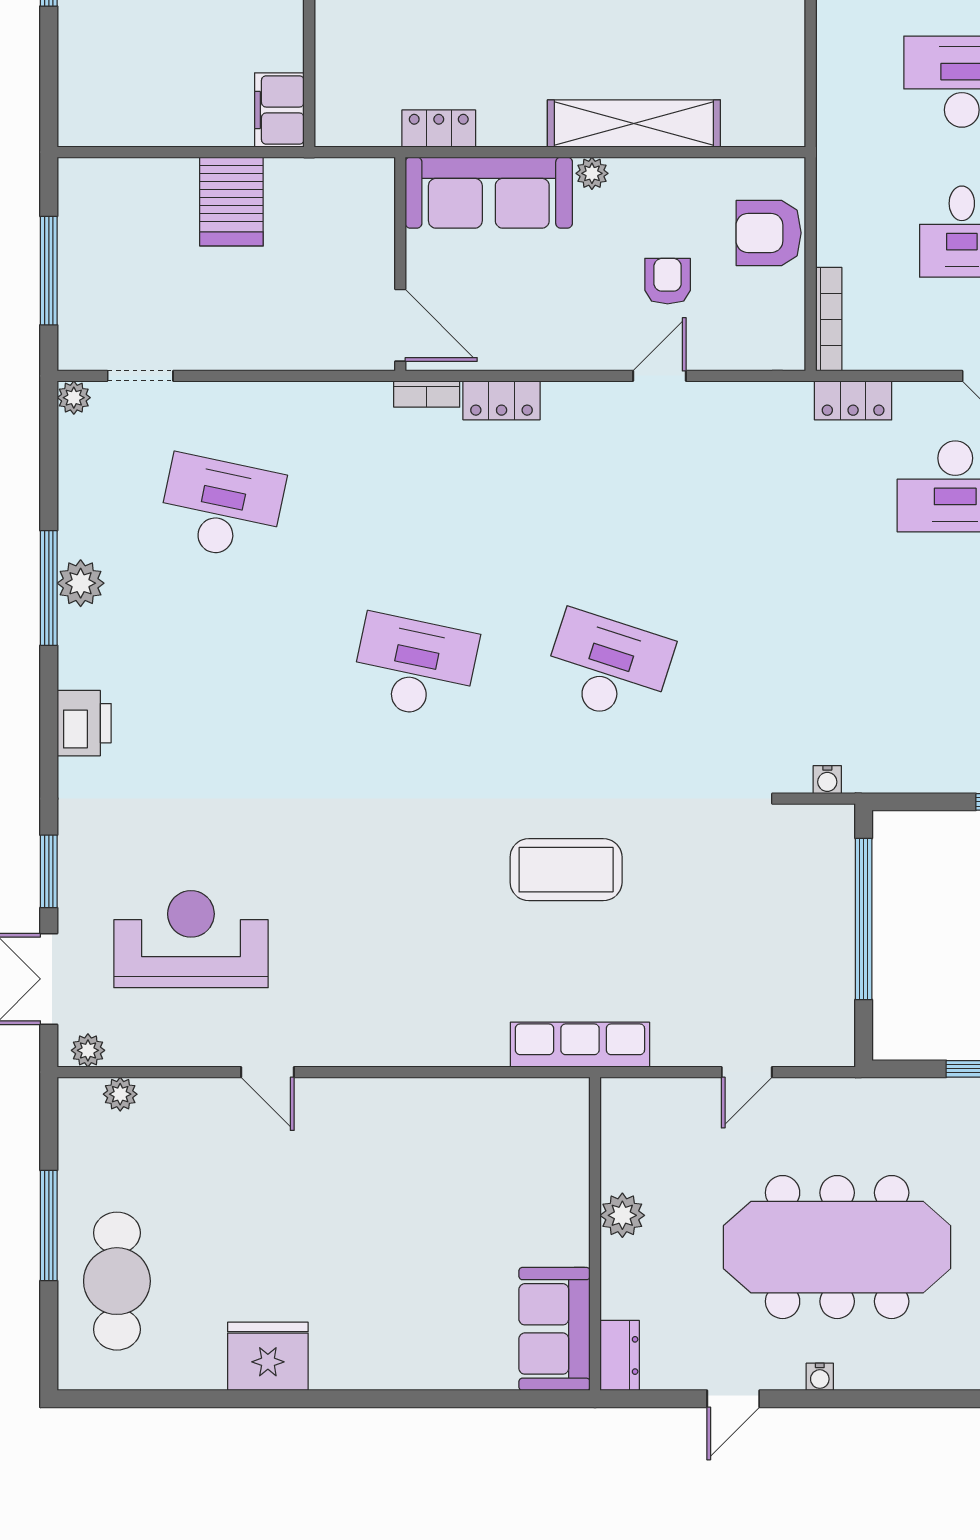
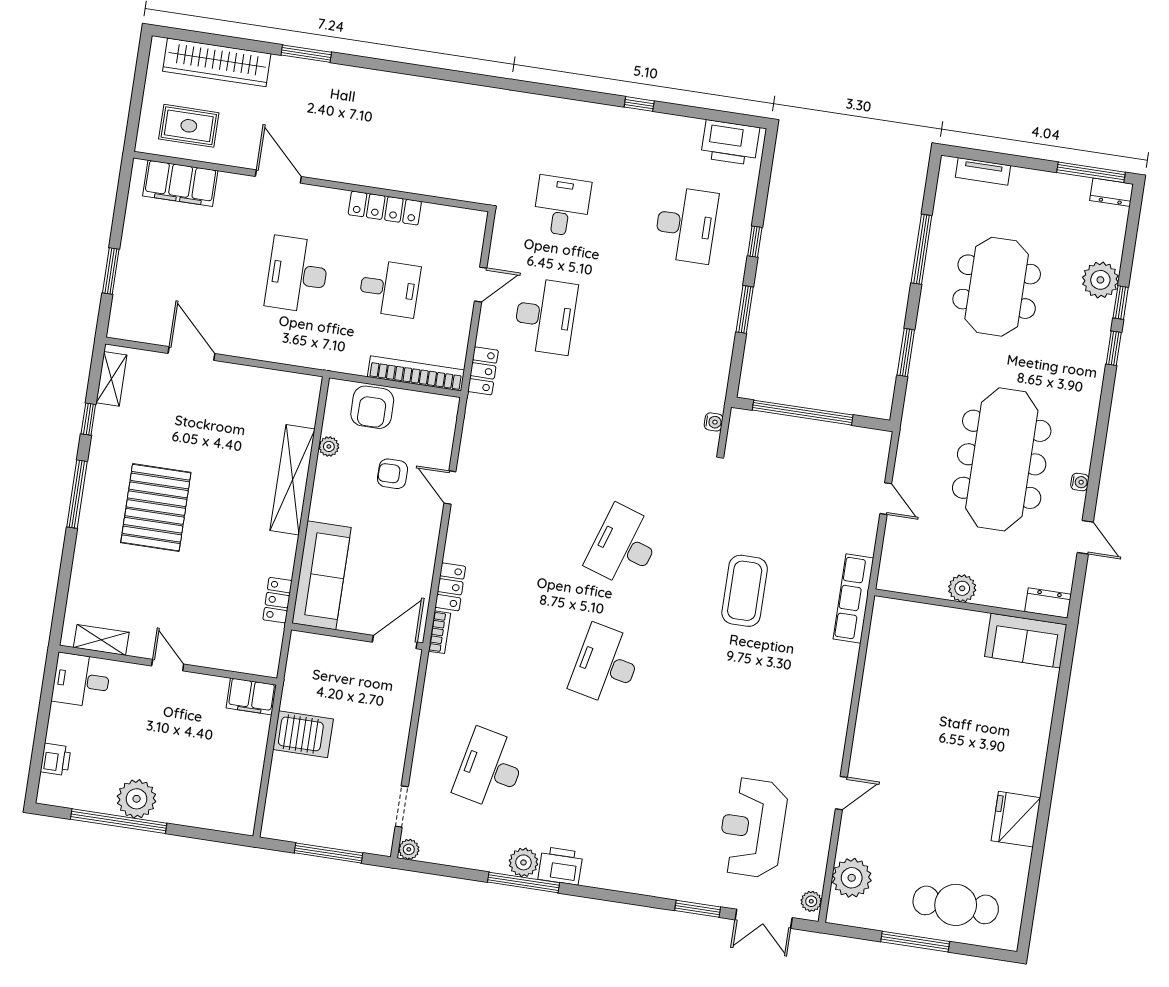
plant: (592, 173) -> (329, 446), moved
bookcase: (829, 319) -> (416, 373), width x1.48, depth x1.31
printer: (84, 723) -> (560, 866), moved
plant: (120, 1094) -> (852, 878), width x1.88, depth x1.88

